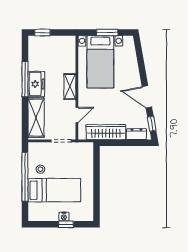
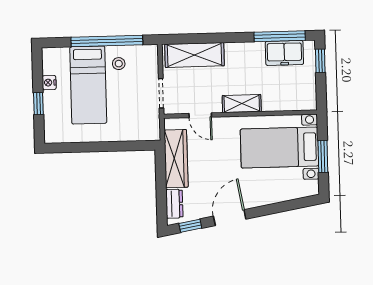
window: (25, 79) -> (280, 36), moved
freezer: (36, 84) -> (284, 53), moved
nightstand: (64, 217) -> (49, 83), moved

